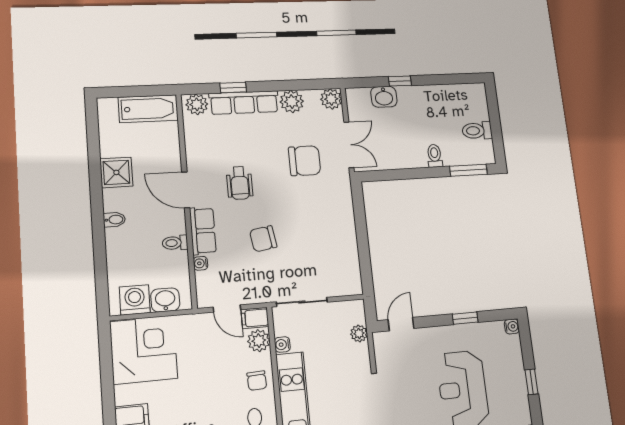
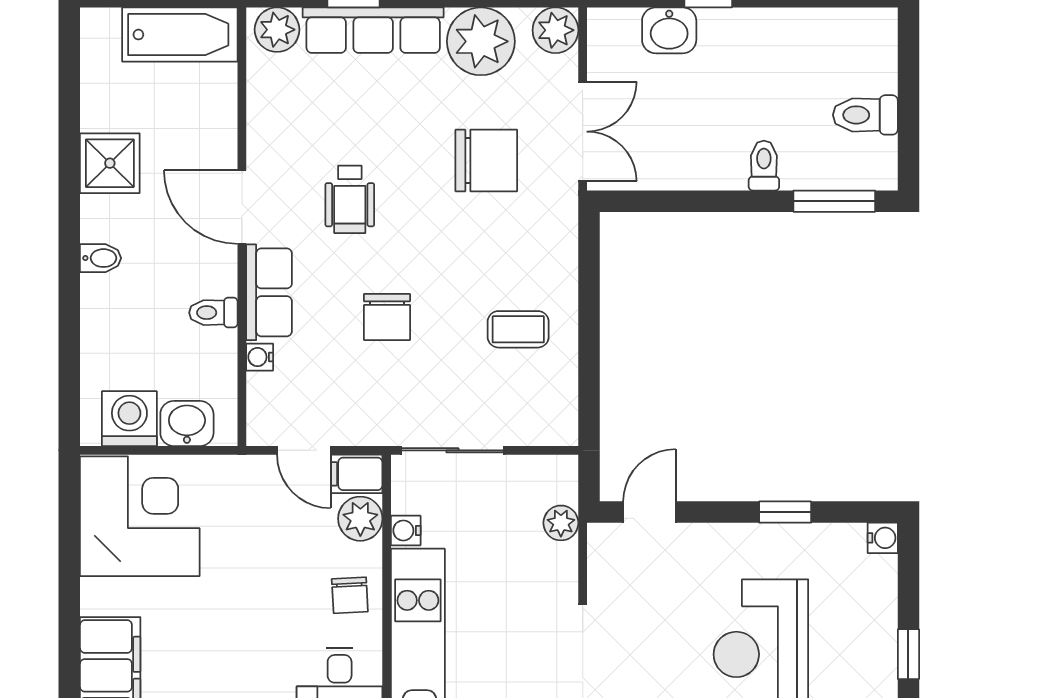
plant: (292, 102) -> (481, 41), width x1.36, depth x1.36
chair: (263, 239) -> (387, 317), turned -81
coffee table: (328, 240) -> (518, 329), added

